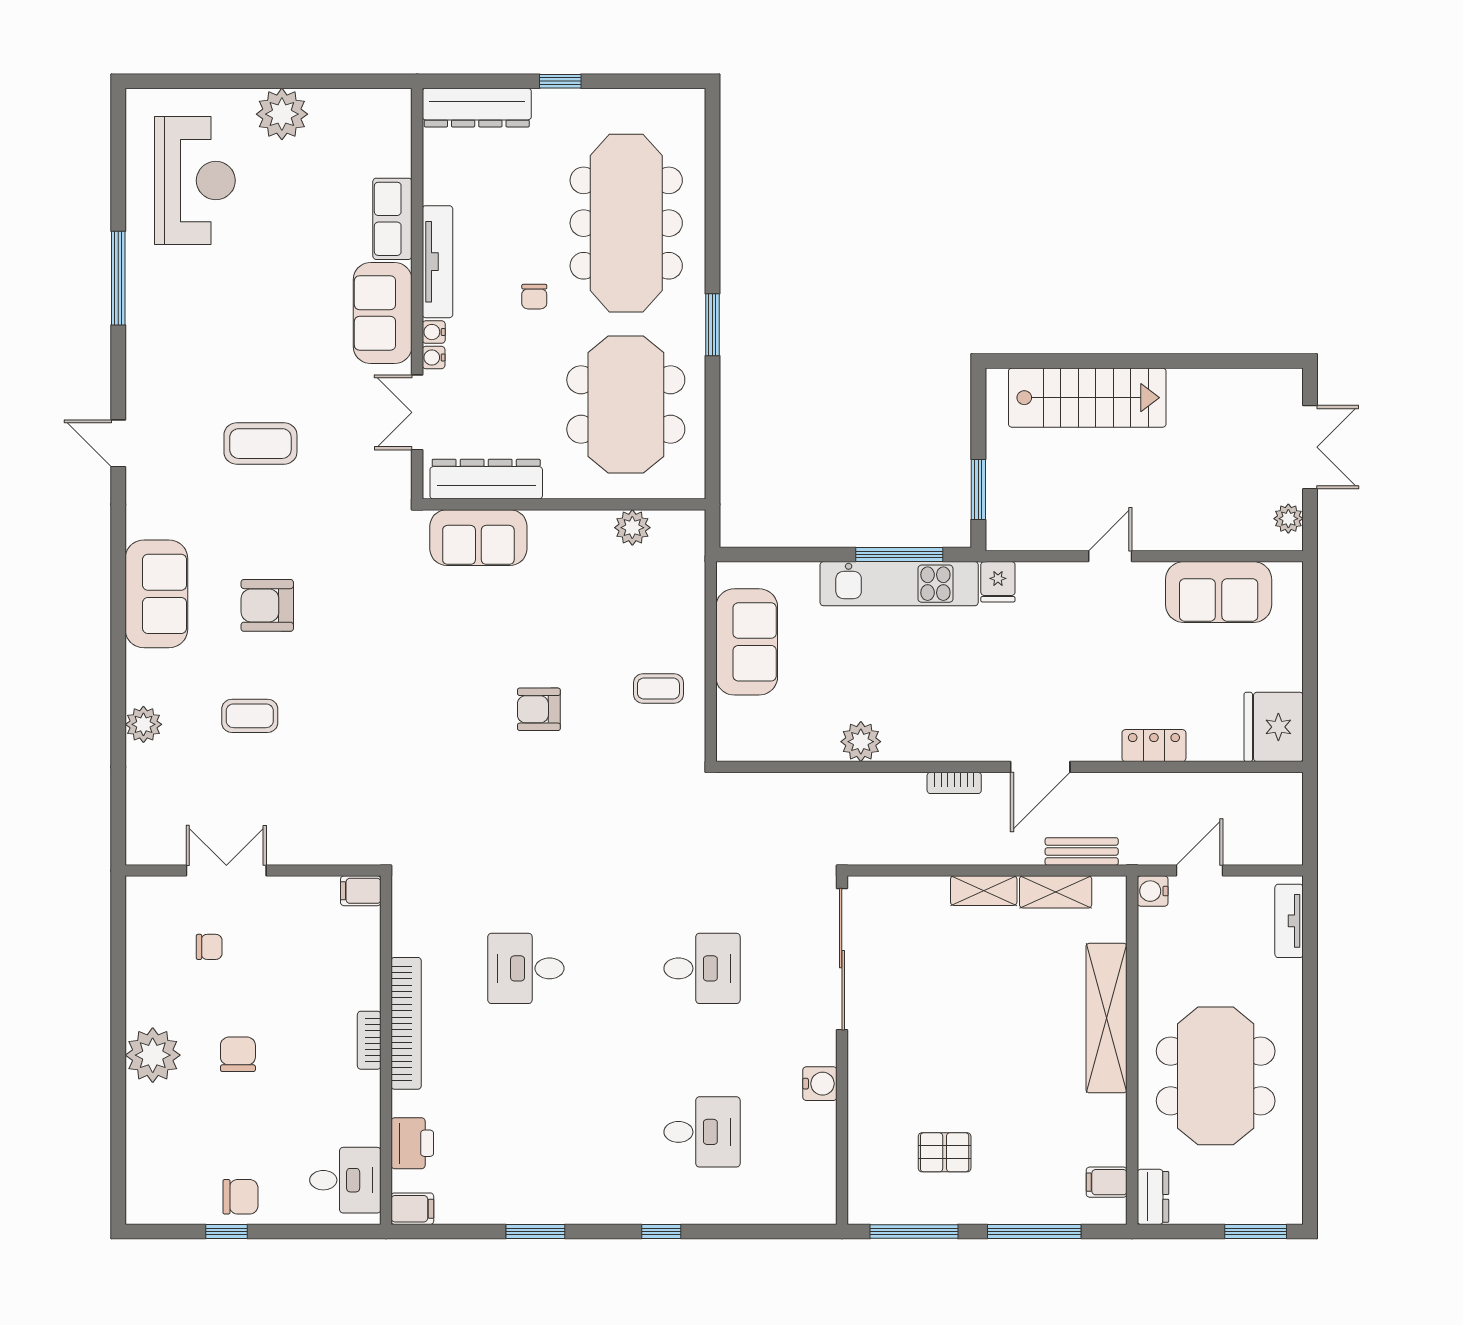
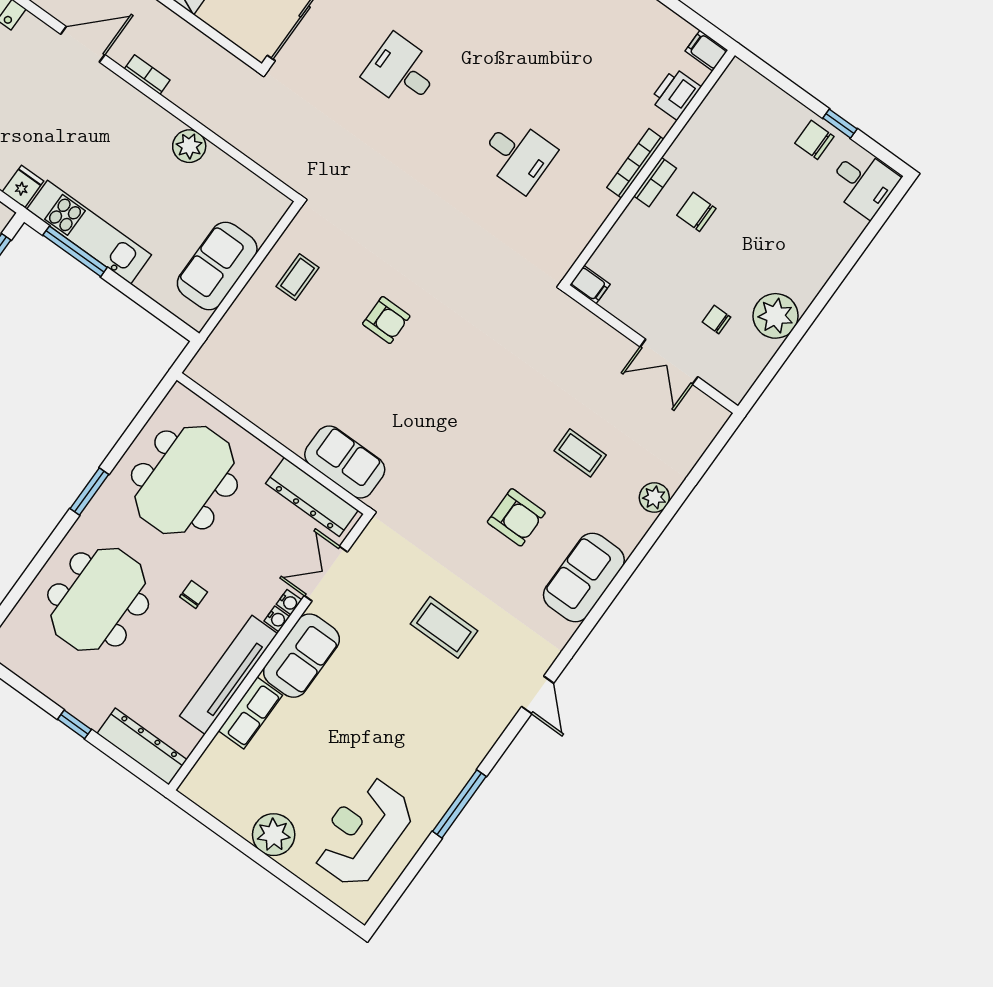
meeting table: (626, 223) -> (98, 599), width x0.73
tv unit: (437, 262) -> (228, 675), width x1.36, depth x1.29
double door: (417, 412) -> (326, 574), swing flipped
plant: (632, 528) -> (238, 396), removed
coffee table: (658, 689) -> (297, 277), turned 90
bookcase: (406, 1023) -> (635, 163), width x0.68, depth x0.76
chair: (238, 1054) -> (696, 212), moved, turned 90
plant: (153, 1055) -> (776, 316), moved
desk: (345, 1180) -> (863, 183), moved, turned 180

